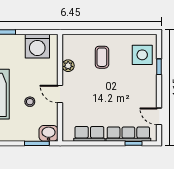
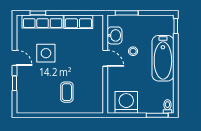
side table: (142, 55) -> (46, 53), moved
plant: (68, 66) -> (98, 84), removed
door: (159, 116) -> (14, 58), moved
washbasin: (49, 133) -> (115, 35), moved, turned -90

